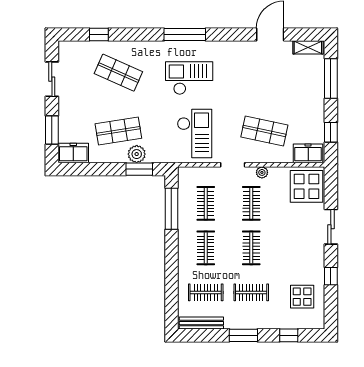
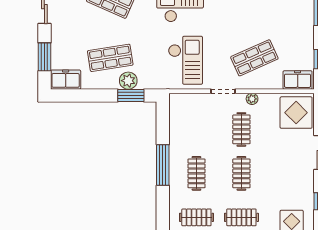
shop shelf: (264, 131) -> (254, 58), turned -36
clothes rail: (206, 203) -> (196, 129), removed
window: (171, 209) -> (163, 165), moved

